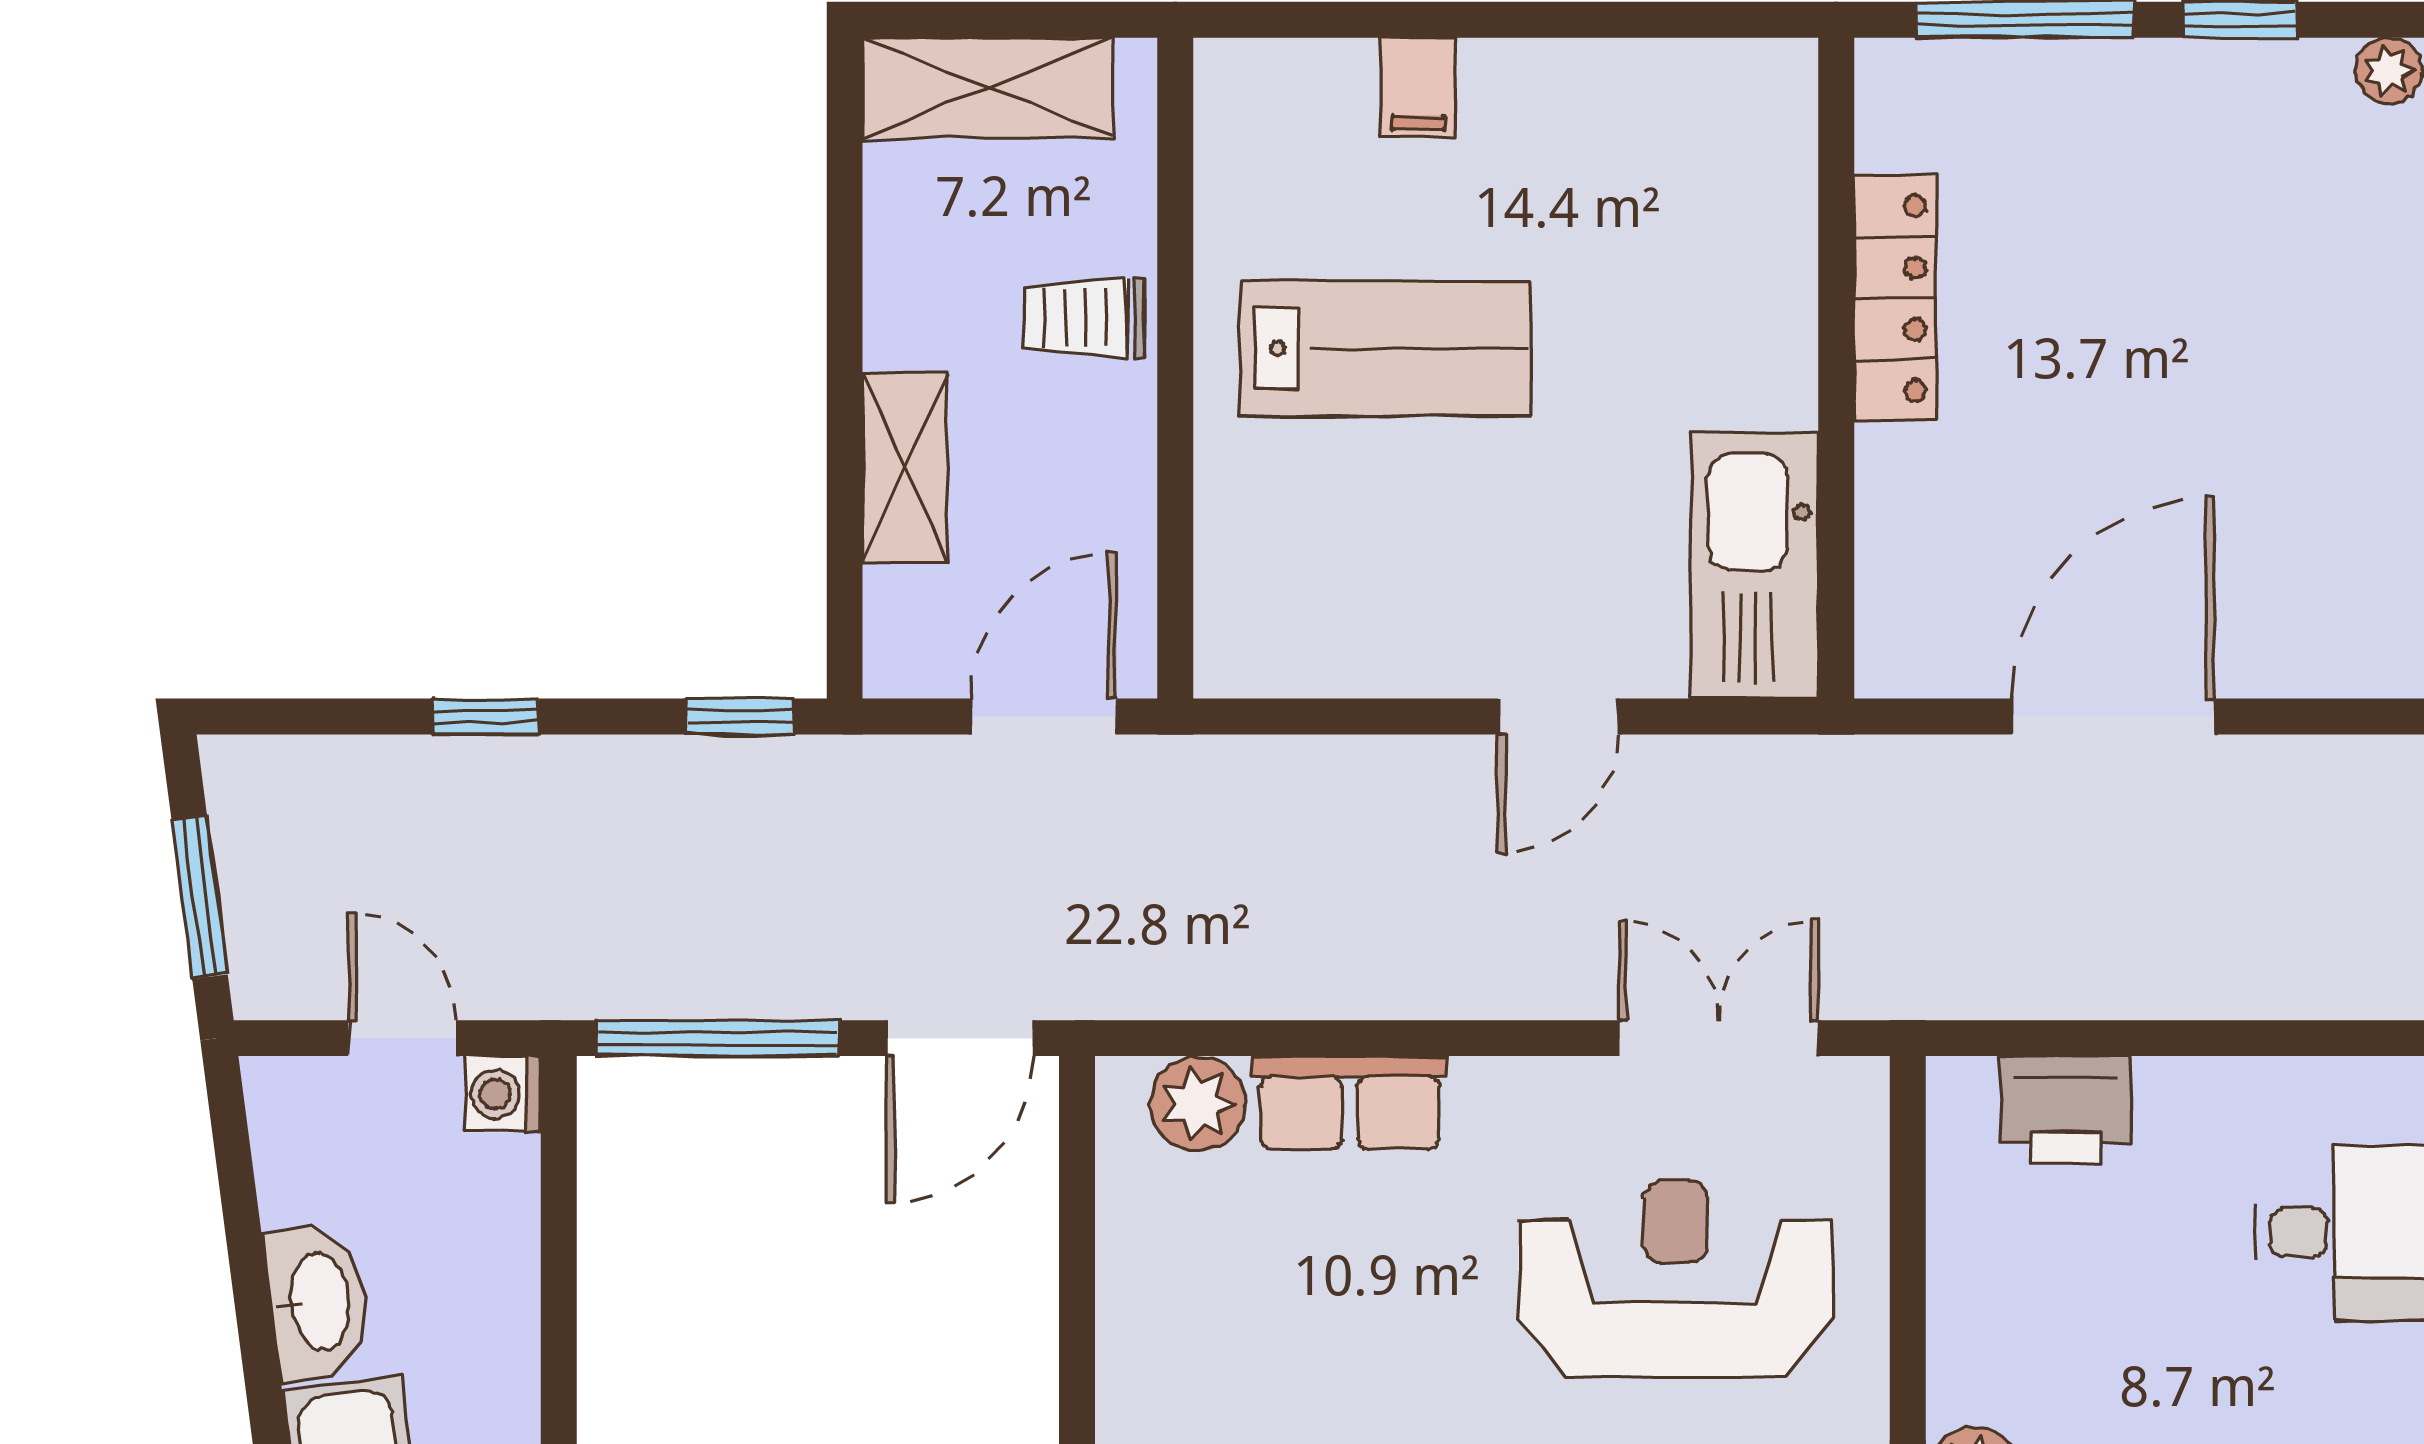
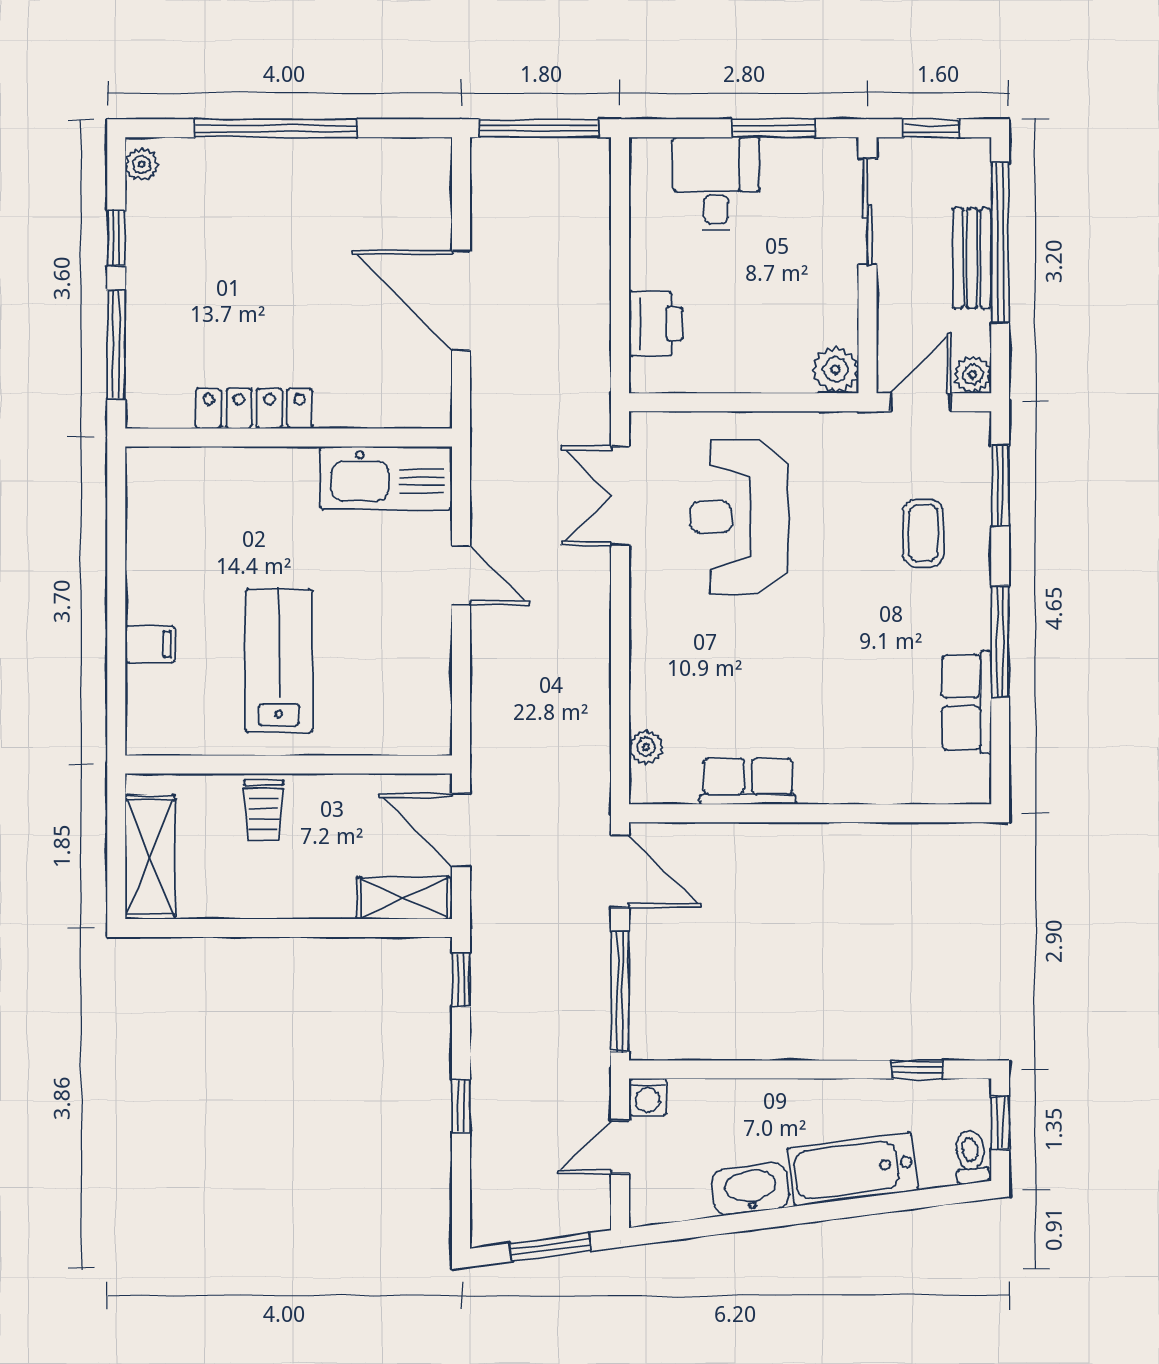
shelving: (905, 468) -> (404, 898), moved
row of seats: (1350, 1103) -> (748, 781), moved, turned -90
plant: (1198, 1104) -> (646, 747), width x0.73, depth x0.73

